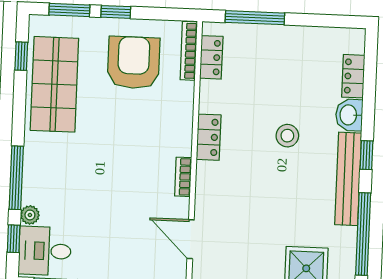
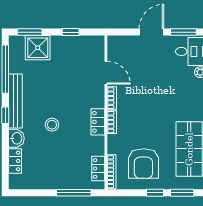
bookcase: (185, 136) -> (112, 122), added
door: (191, 239) -> (106, 73), moved

